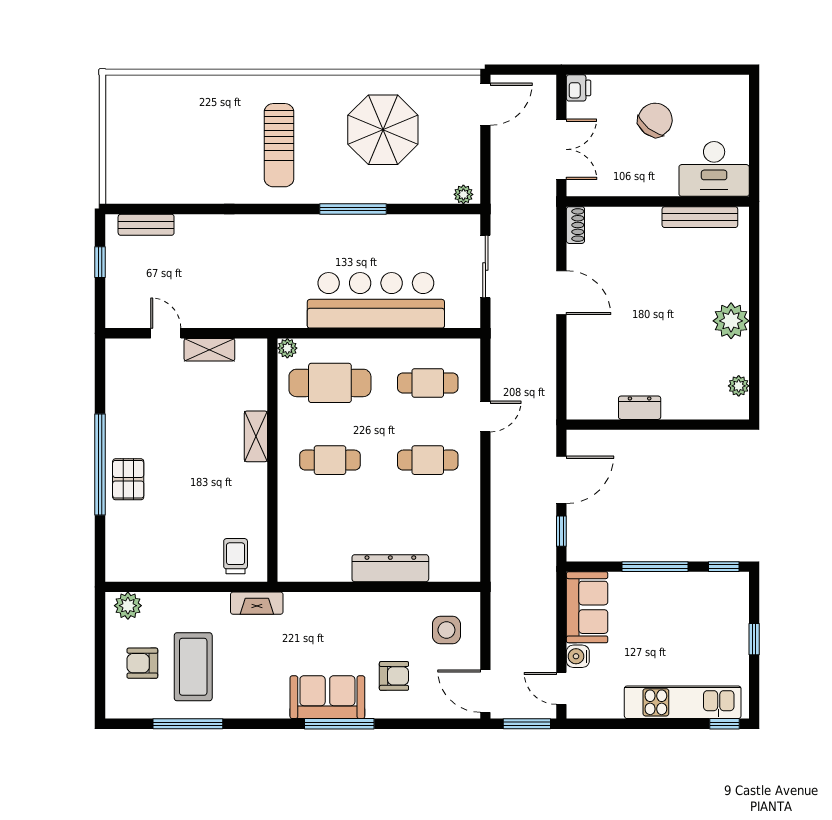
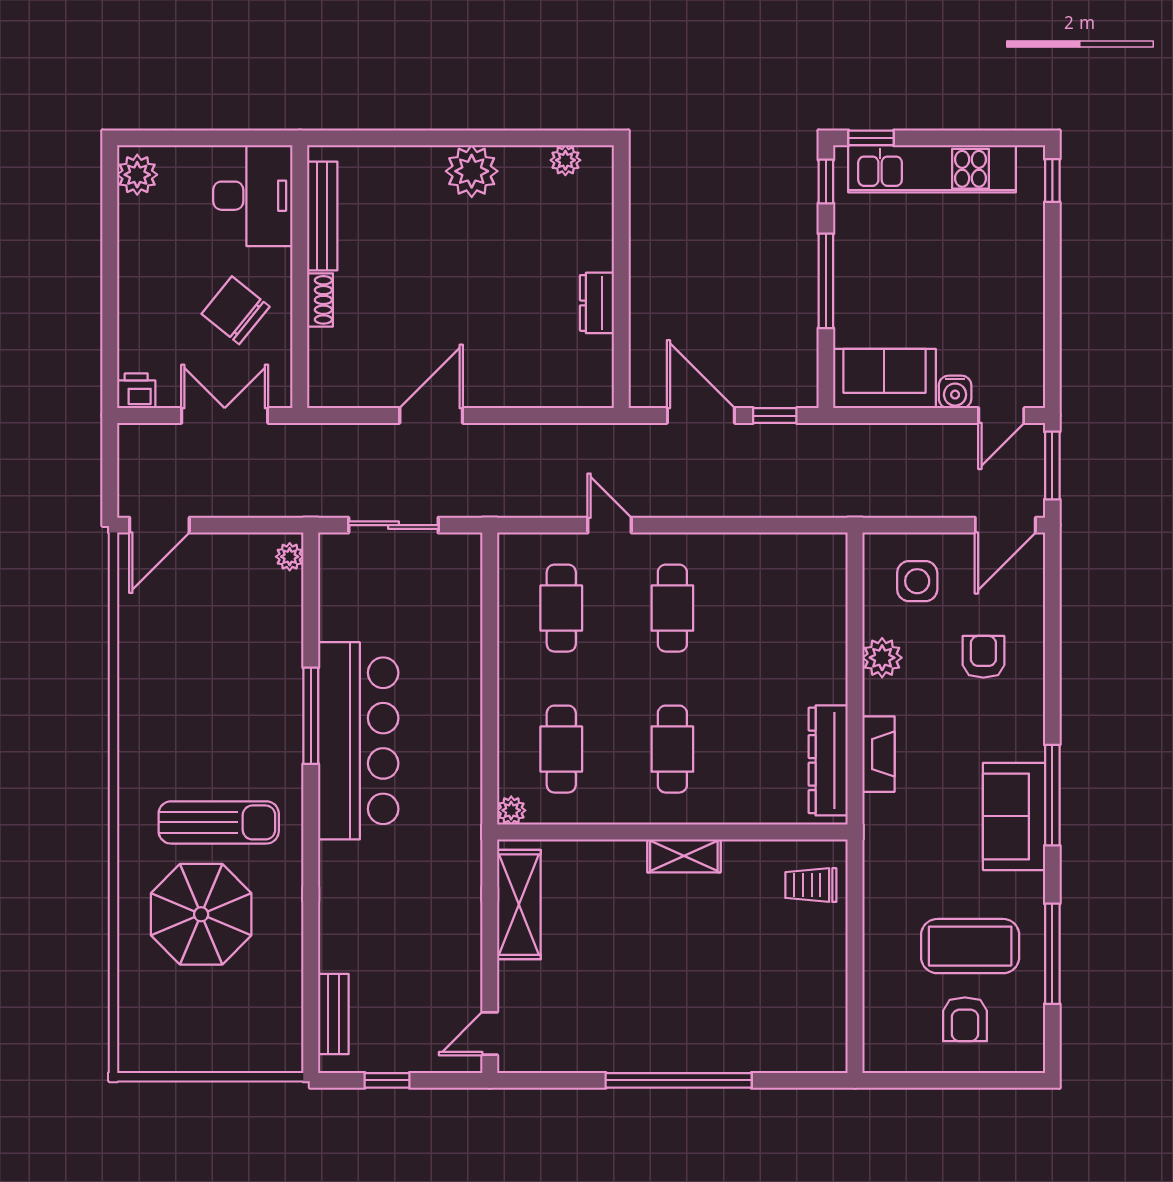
plant: (729, 89) -> (137, 175), added
door: (485, 104) -> (159, 525), swing flipped
chair: (655, 120) -> (236, 310), moved
parasol: (383, 130) -> (201, 914), moved
shoe rack: (575, 225) -> (320, 300), moved, turned 90
bar counter: (376, 300) -> (358, 741), moved, turned 180
door: (166, 333) -> (490, 1033), moved
shelving: (209, 350) -> (519, 905), width x1.50, depth x1.33
cafe table: (330, 383) -> (561, 749), width x0.73, depth x0.74
shelving: (256, 436) -> (684, 856), moved
pallet: (128, 479) -> (700, 1040), removed
dresser: (390, 568) -> (828, 760), moved
fireplace: (257, 603) -> (878, 754), moved
plant: (128, 606) -> (882, 658), moved
window: (754, 639) -> (871, 138), moved
sofa: (327, 697) -> (1014, 816), moved
kitchen unit: (683, 702) -> (932, 169), moved, turned -90
window: (339, 724) -> (1052, 795), moved

